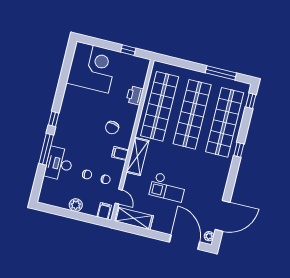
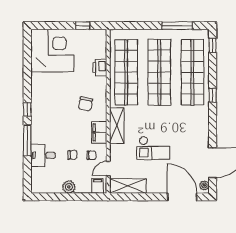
filing cabinet: (120, 153) -> (99, 132), width x2.00
desk: (59, 164) -> (43, 155), width x0.73
door: (119, 197) -> (108, 169), swing flipped

